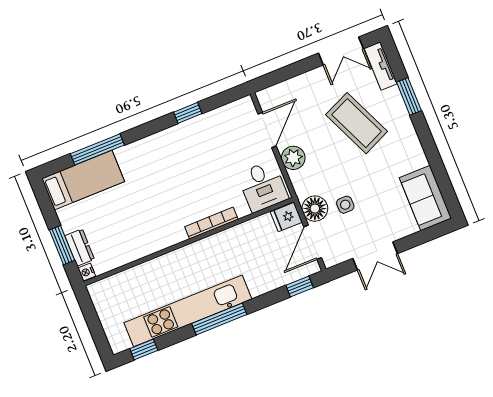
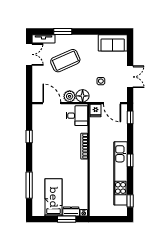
bed: (83, 180) -> (53, 197), moved
floor lamp: (315, 209) -> (83, 96), moved
window: (219, 319) -> (130, 160), width x0.46

